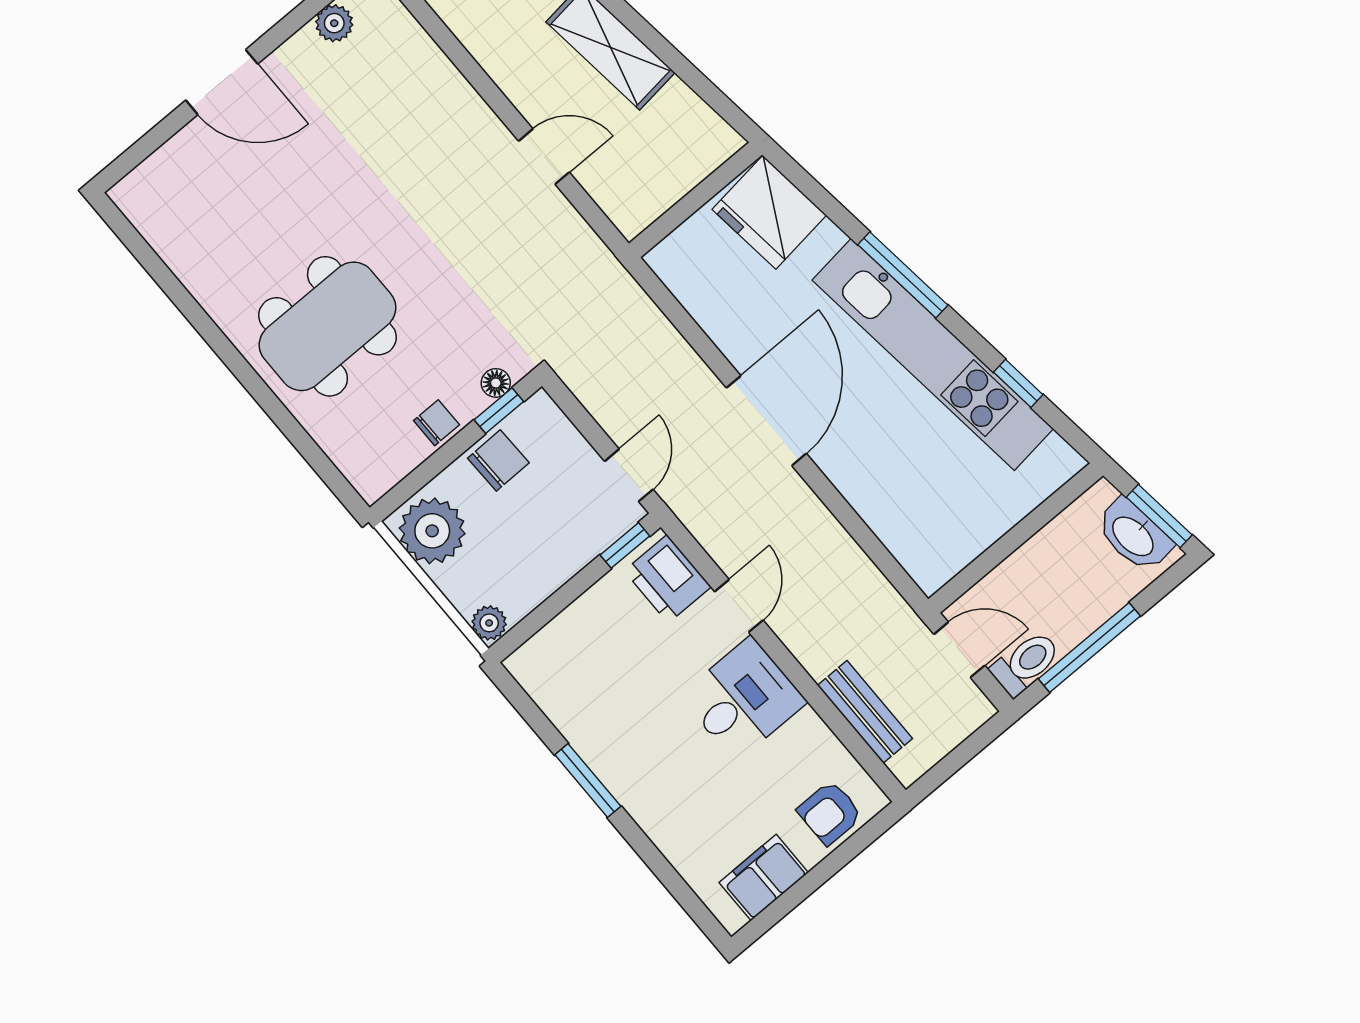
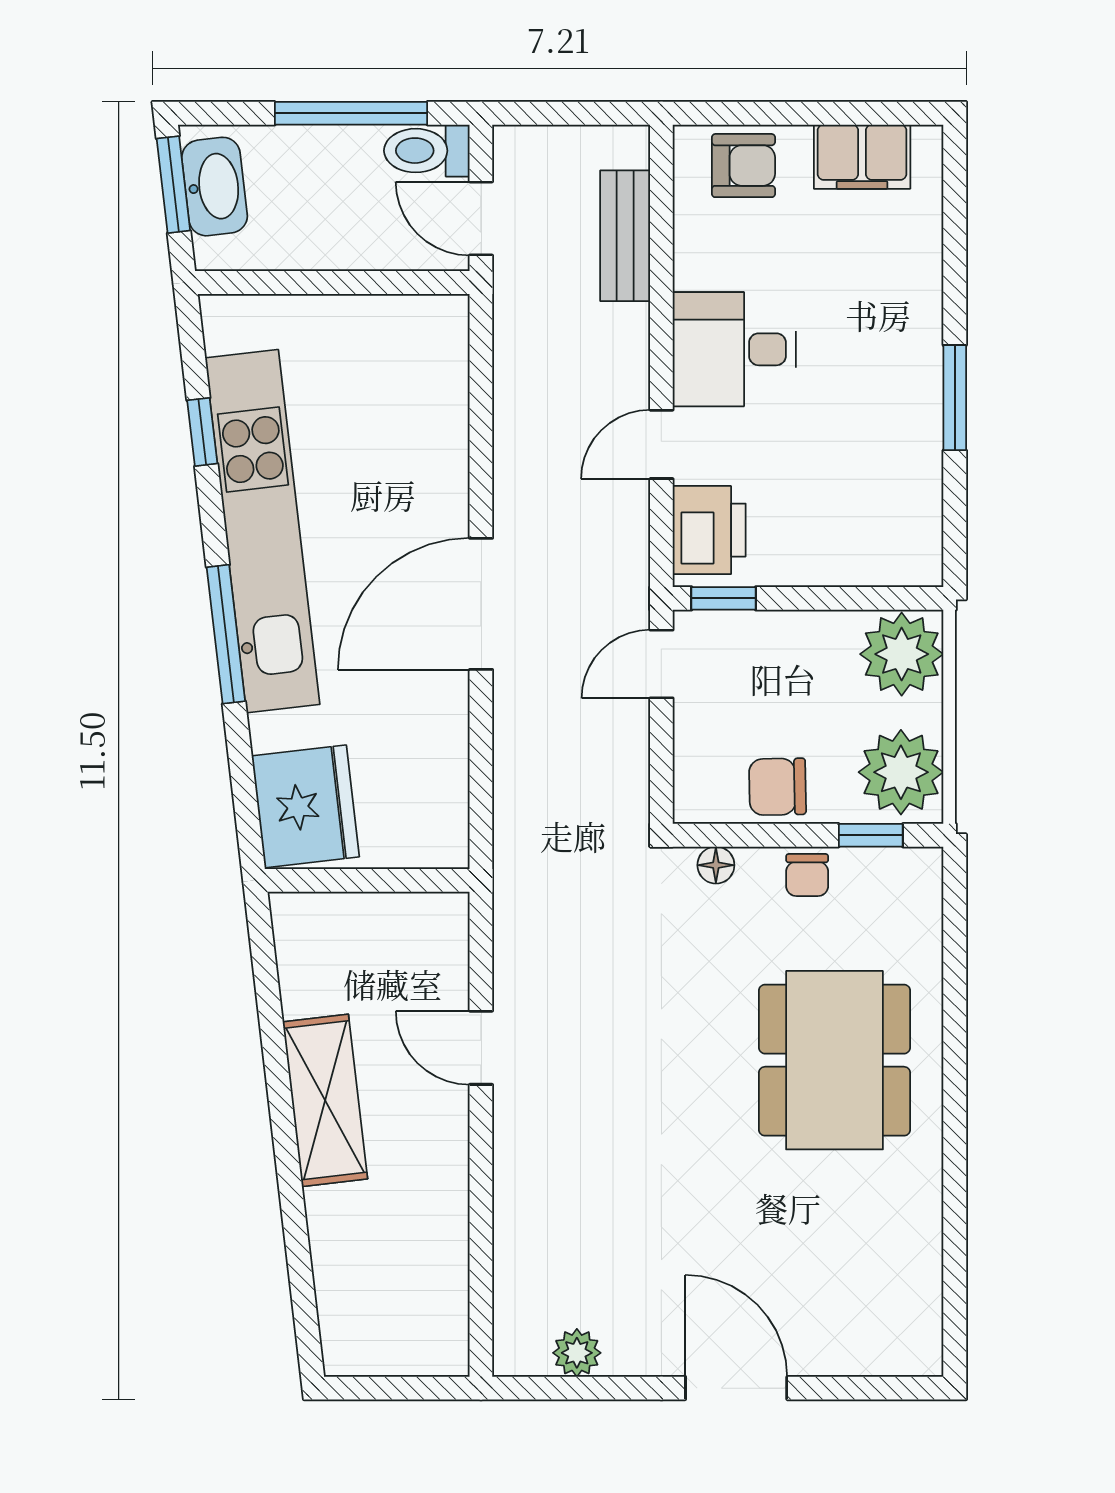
dining table: (327, 326) -> (835, 1060), turned 90
window: (499, 411) -> (871, 835), moved
chair: (436, 423) -> (807, 875), turned -90
plant: (489, 623) -> (902, 654), width x1.88, depth x1.88

